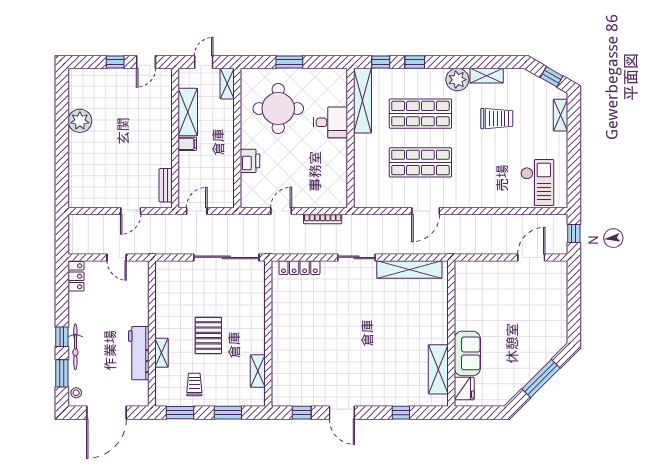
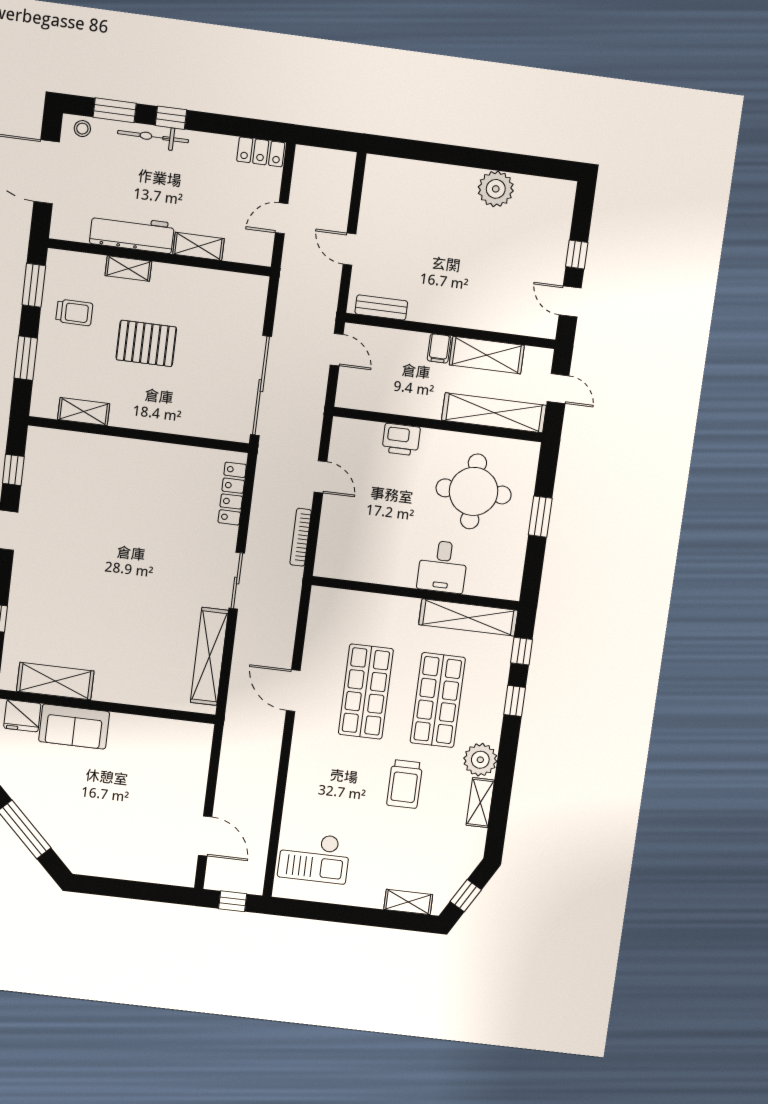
shelving: (227, 84) -> (494, 413), width x2.20, depth x1.33
trolley: (497, 119) -> (405, 784), moved
shelving: (142, 309) -> (198, 246), added

